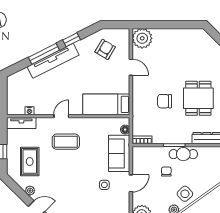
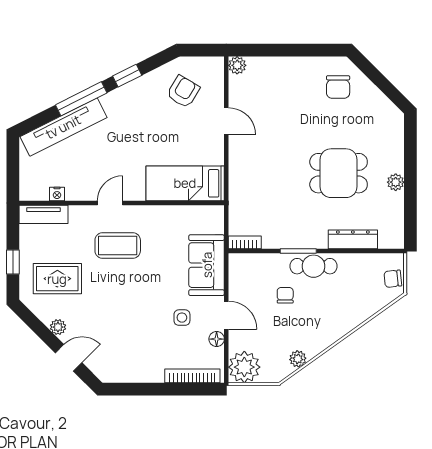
plant: (142, 38) -> (237, 65), width x0.53, depth x0.53
tv unit: (53, 61) -> (63, 127), moved
dining table: (198, 98) -> (339, 173), turned 90
chair: (165, 101) -> (338, 87), moved, turned -90
floor lamp: (125, 130) -> (217, 339), moved
rug: (30, 162) -> (57, 279), turned 90
door: (131, 183) -> (226, 315), hinge flipped
side table: (185, 194) -> (316, 332), removed

